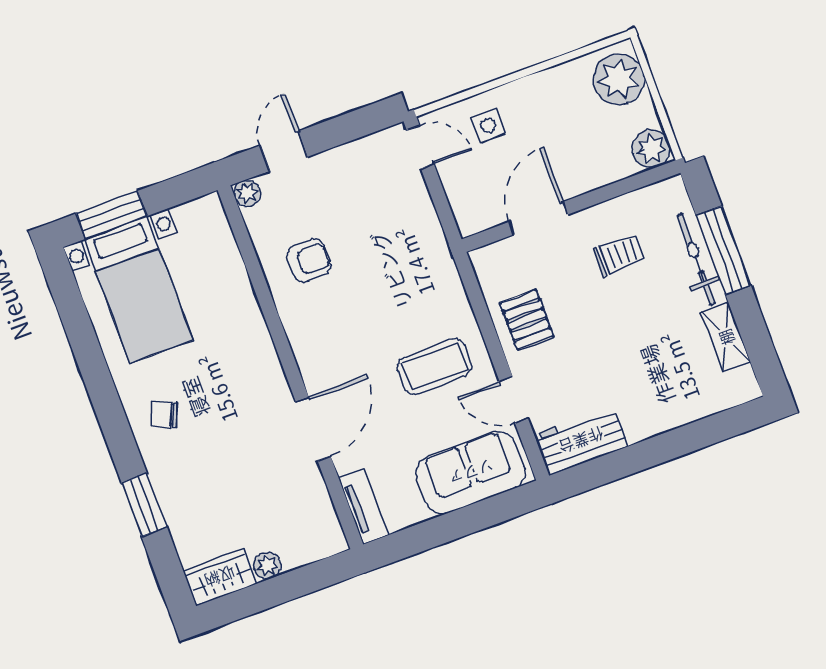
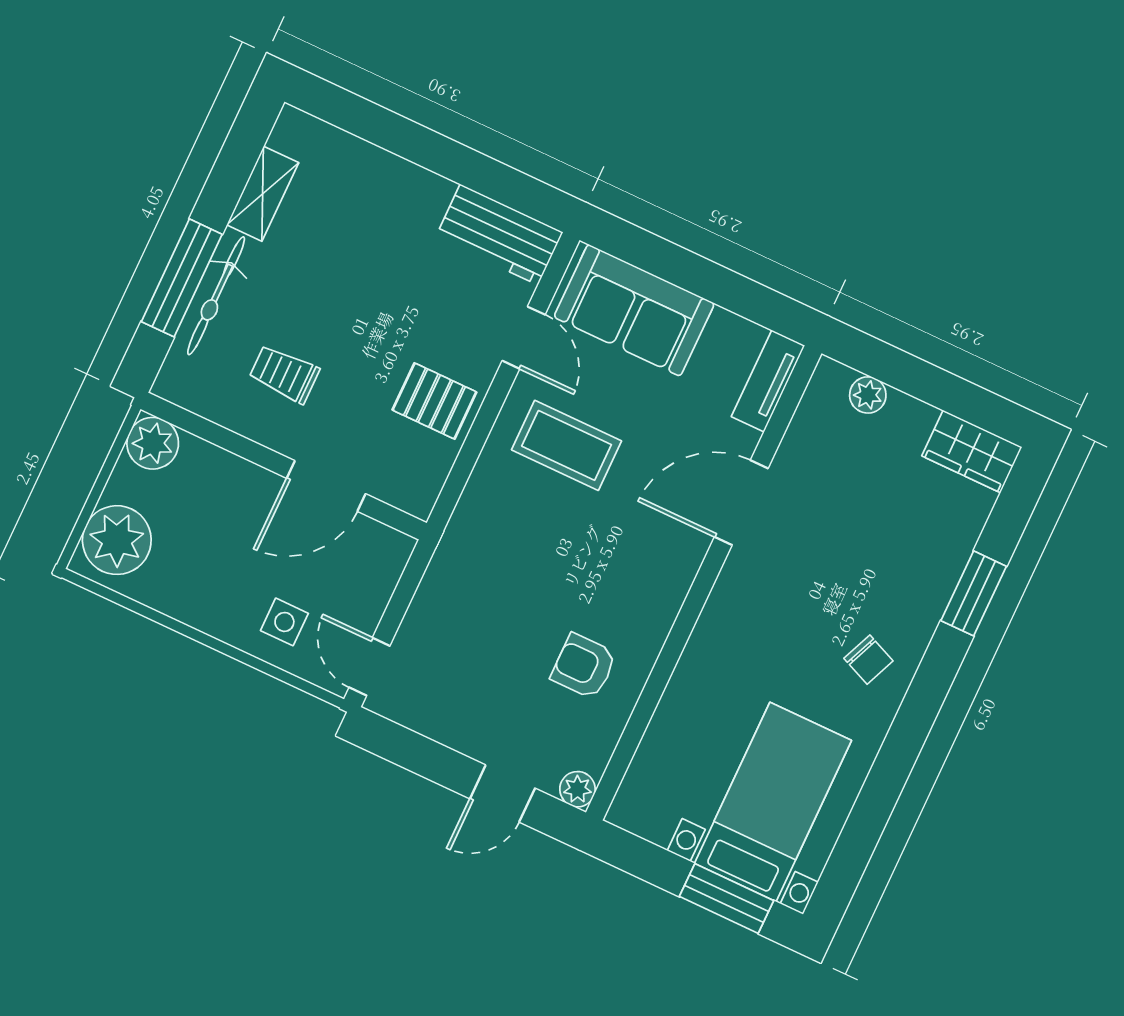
pallet: (527, 320) -> (434, 401), turned 90
plant: (267, 566) -> (868, 395), moved

